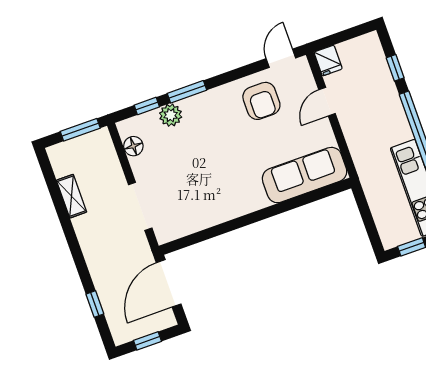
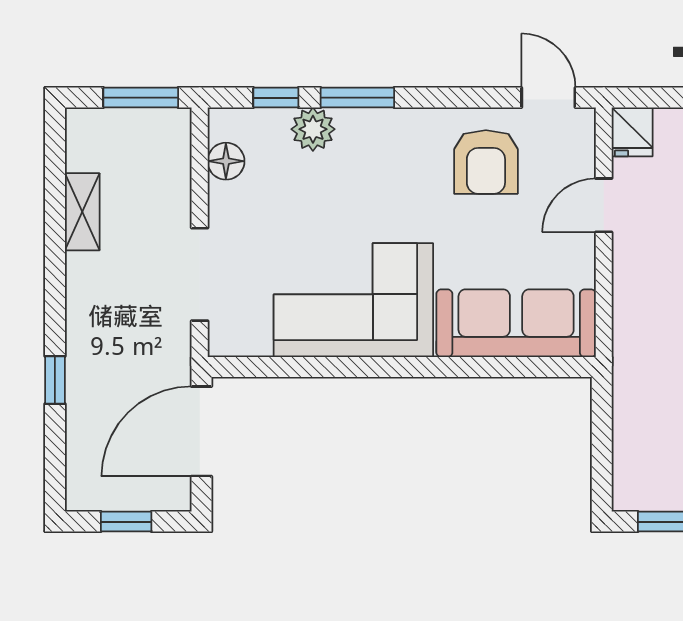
door: (281, 58) -> (548, 98), hinge flipped
corner sofa: (220, 192) -> (353, 300), added
window: (95, 304) -> (55, 380), moved

